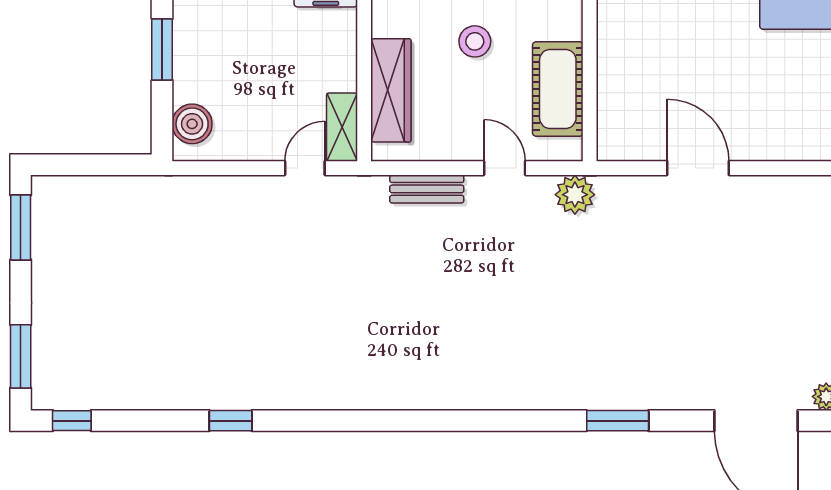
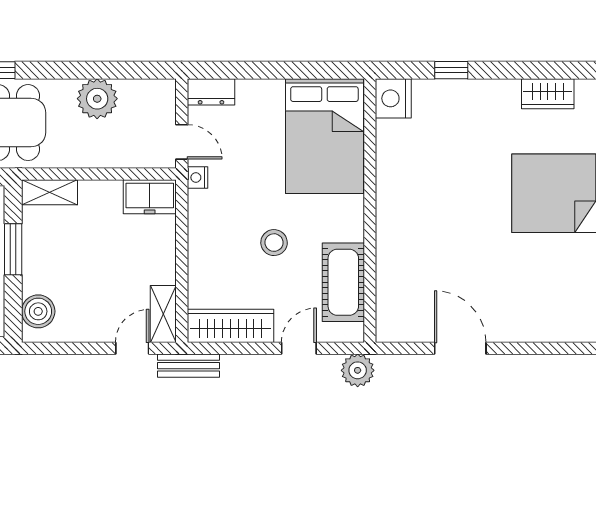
wardrobe: (391, 90) -> (231, 326), moved, turned -90
door: (505, 168) -> (299, 348), hinge flipped
bench: (427, 189) -> (189, 366), moved

